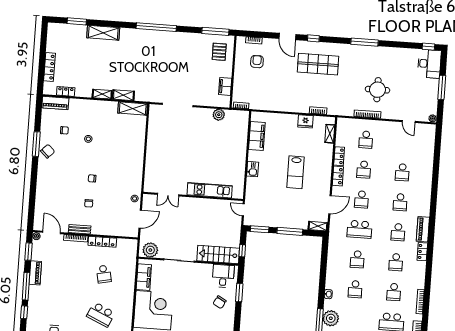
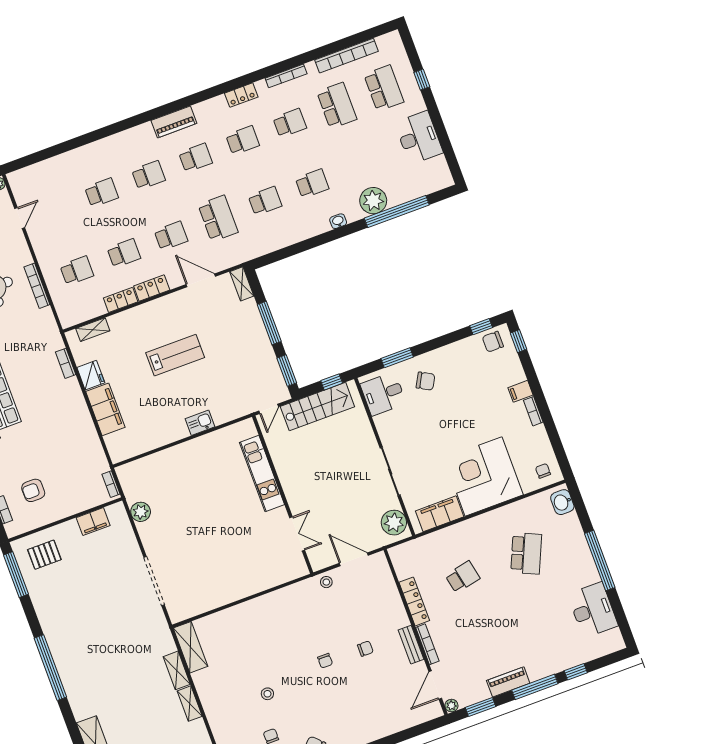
filing cabinet: (257, 136) -> (105, 409), moved, turned 90
locker: (422, 252) -> (241, 95), moved
stairs: (218, 254) -> (317, 407), moved, turned -90

